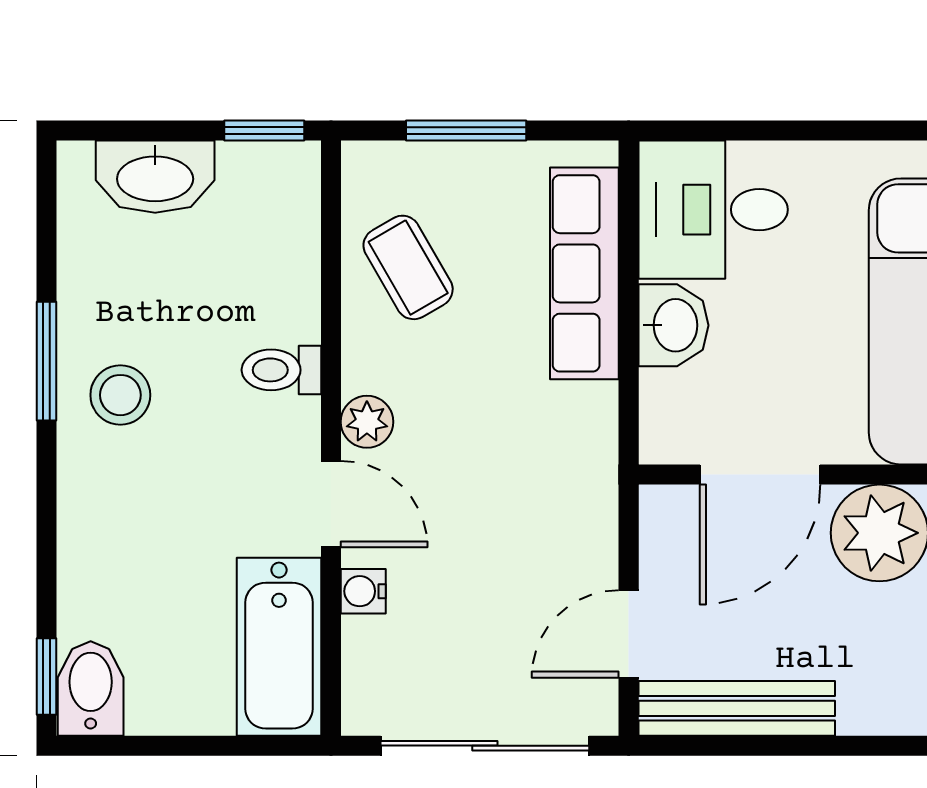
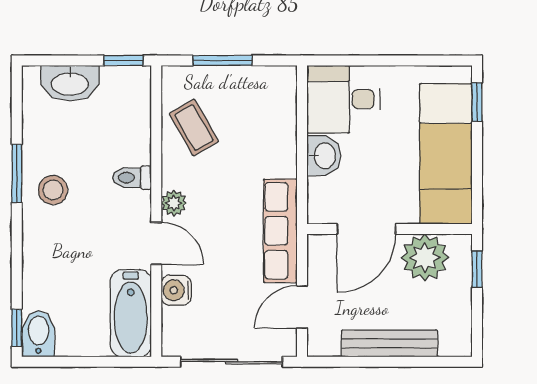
row of seats: (584, 273) -> (280, 231), moved
water cooler: (363, 591) -> (176, 290), width x1.38, depth x1.38
bench: (737, 708) -> (389, 343), moved

